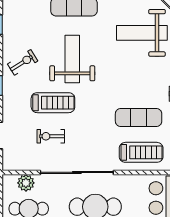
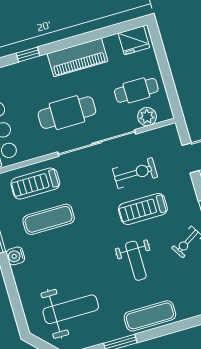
weight bench: (72, 59) -> (136, 261), width x0.73, depth x0.75
exercise bike: (51, 136) -> (135, 173), width x1.38, depth x1.39

